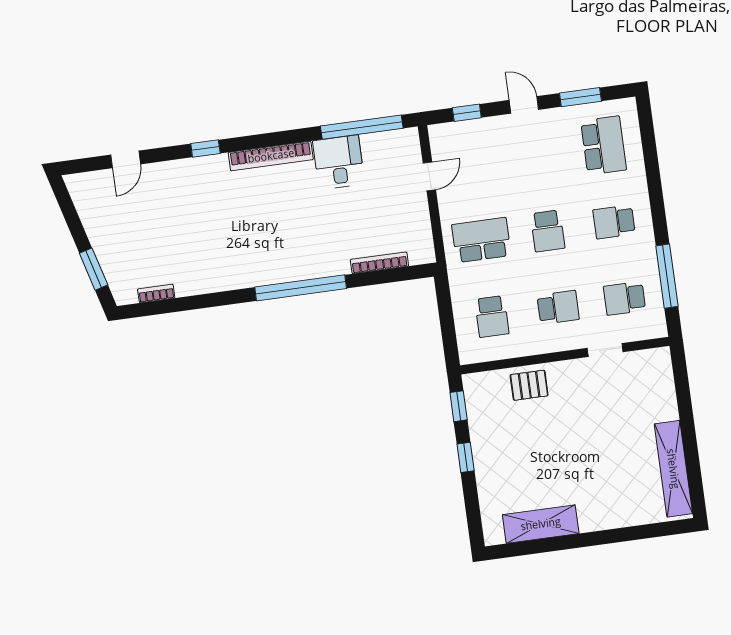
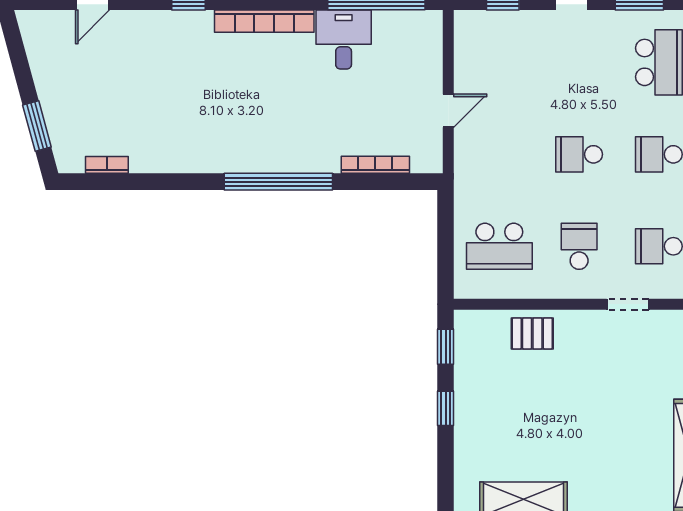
door: (429, 176) -> (448, 111), moved
school desk: (548, 231) -> (579, 154), turned 90
school desk: (481, 240) -> (499, 154), removed
school desk: (558, 307) -> (579, 246), turned -90
school desk: (492, 316) -> (499, 246), width x1.85

